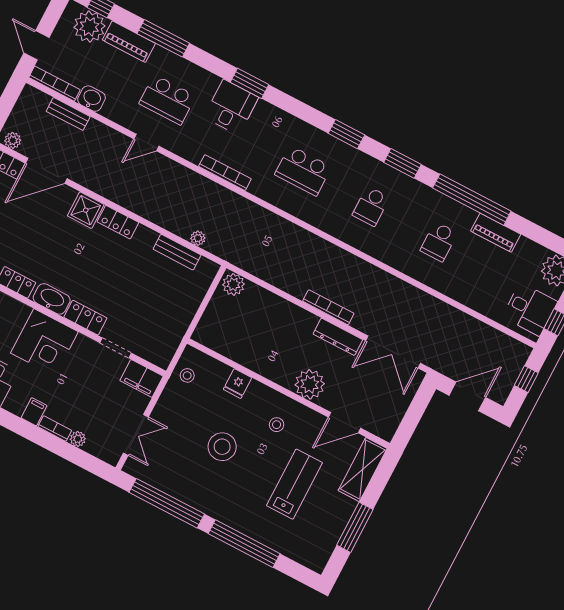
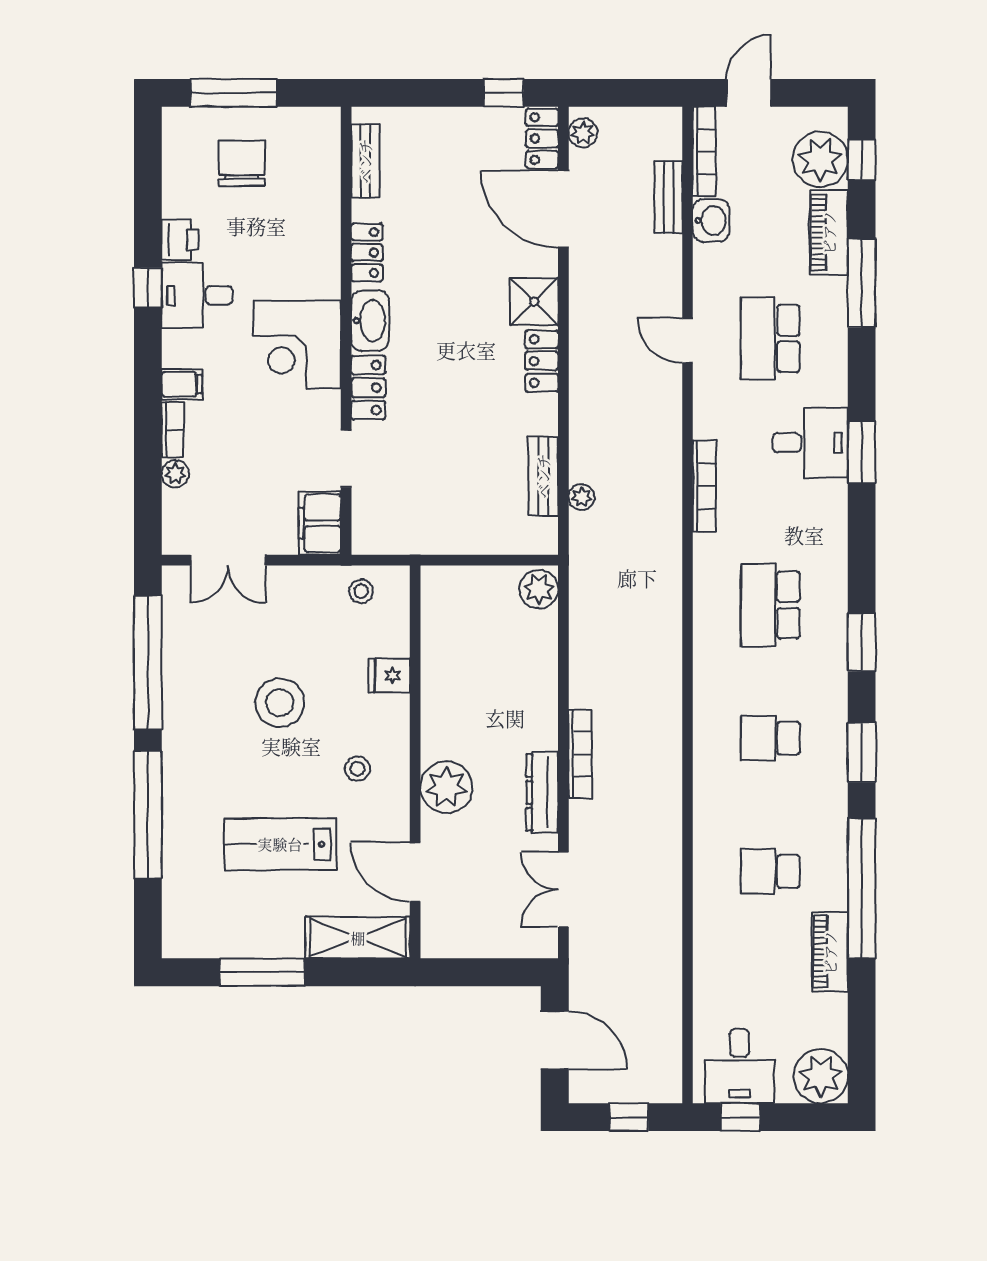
double door: (393, 352) -> (563, 890), width x0.73
lab bench: (294, 484) -> (280, 844), turned 180

